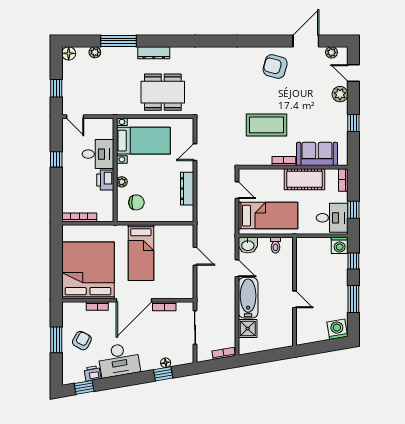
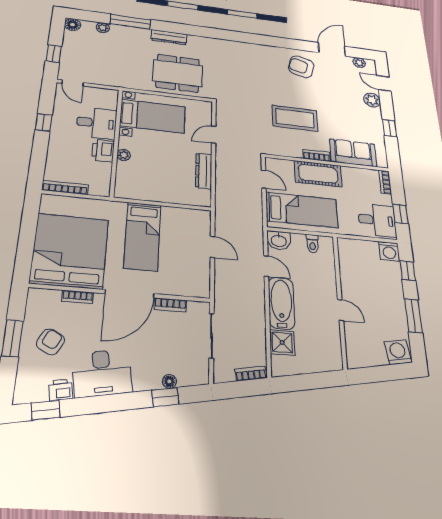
cot: (305, 179) -> (318, 174), moved
chair: (136, 202) -> (140, 179), removed

